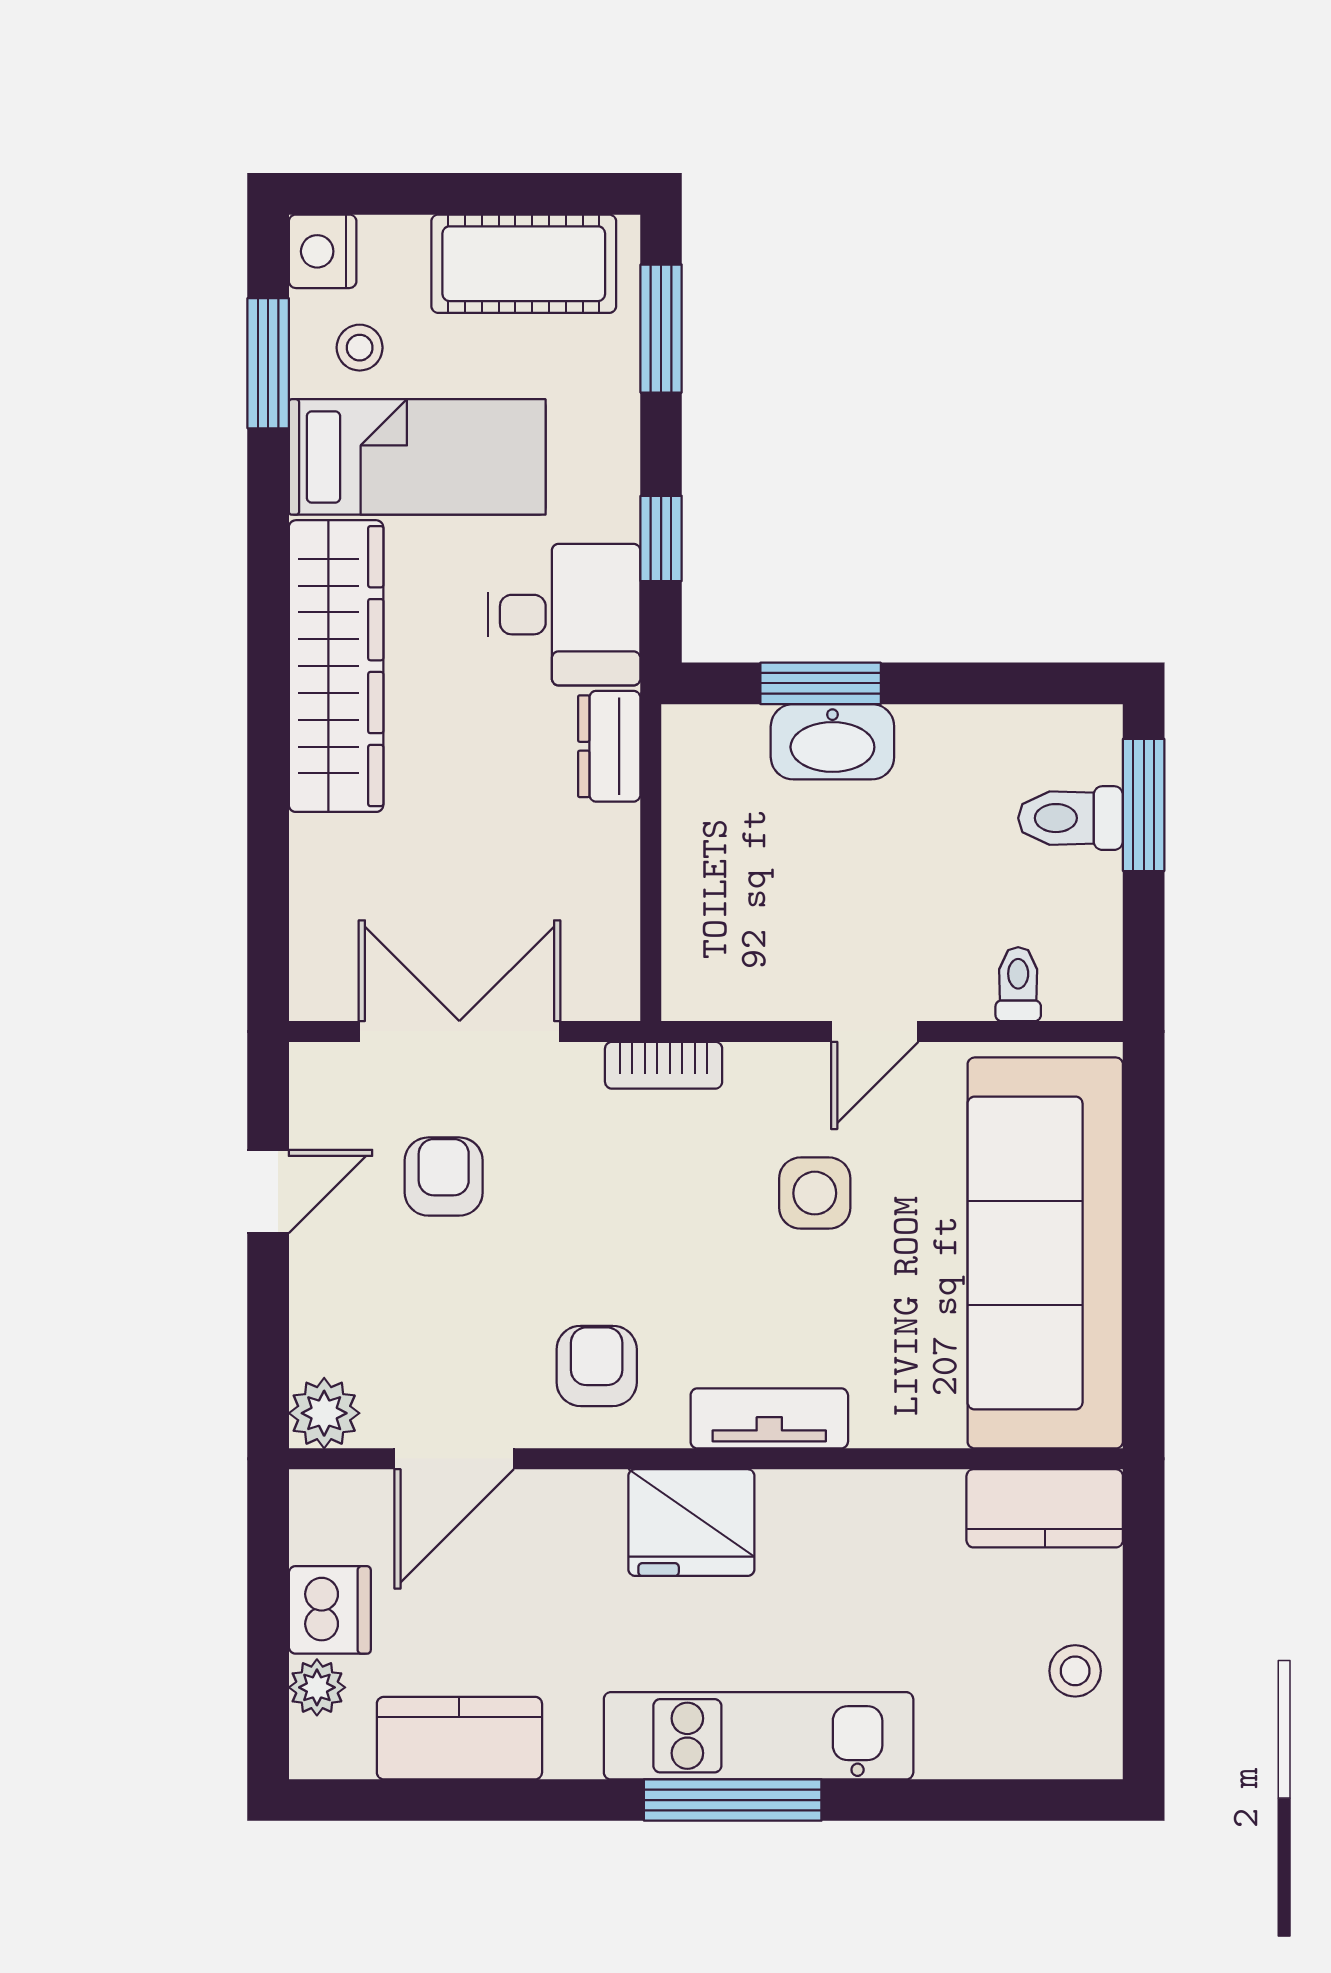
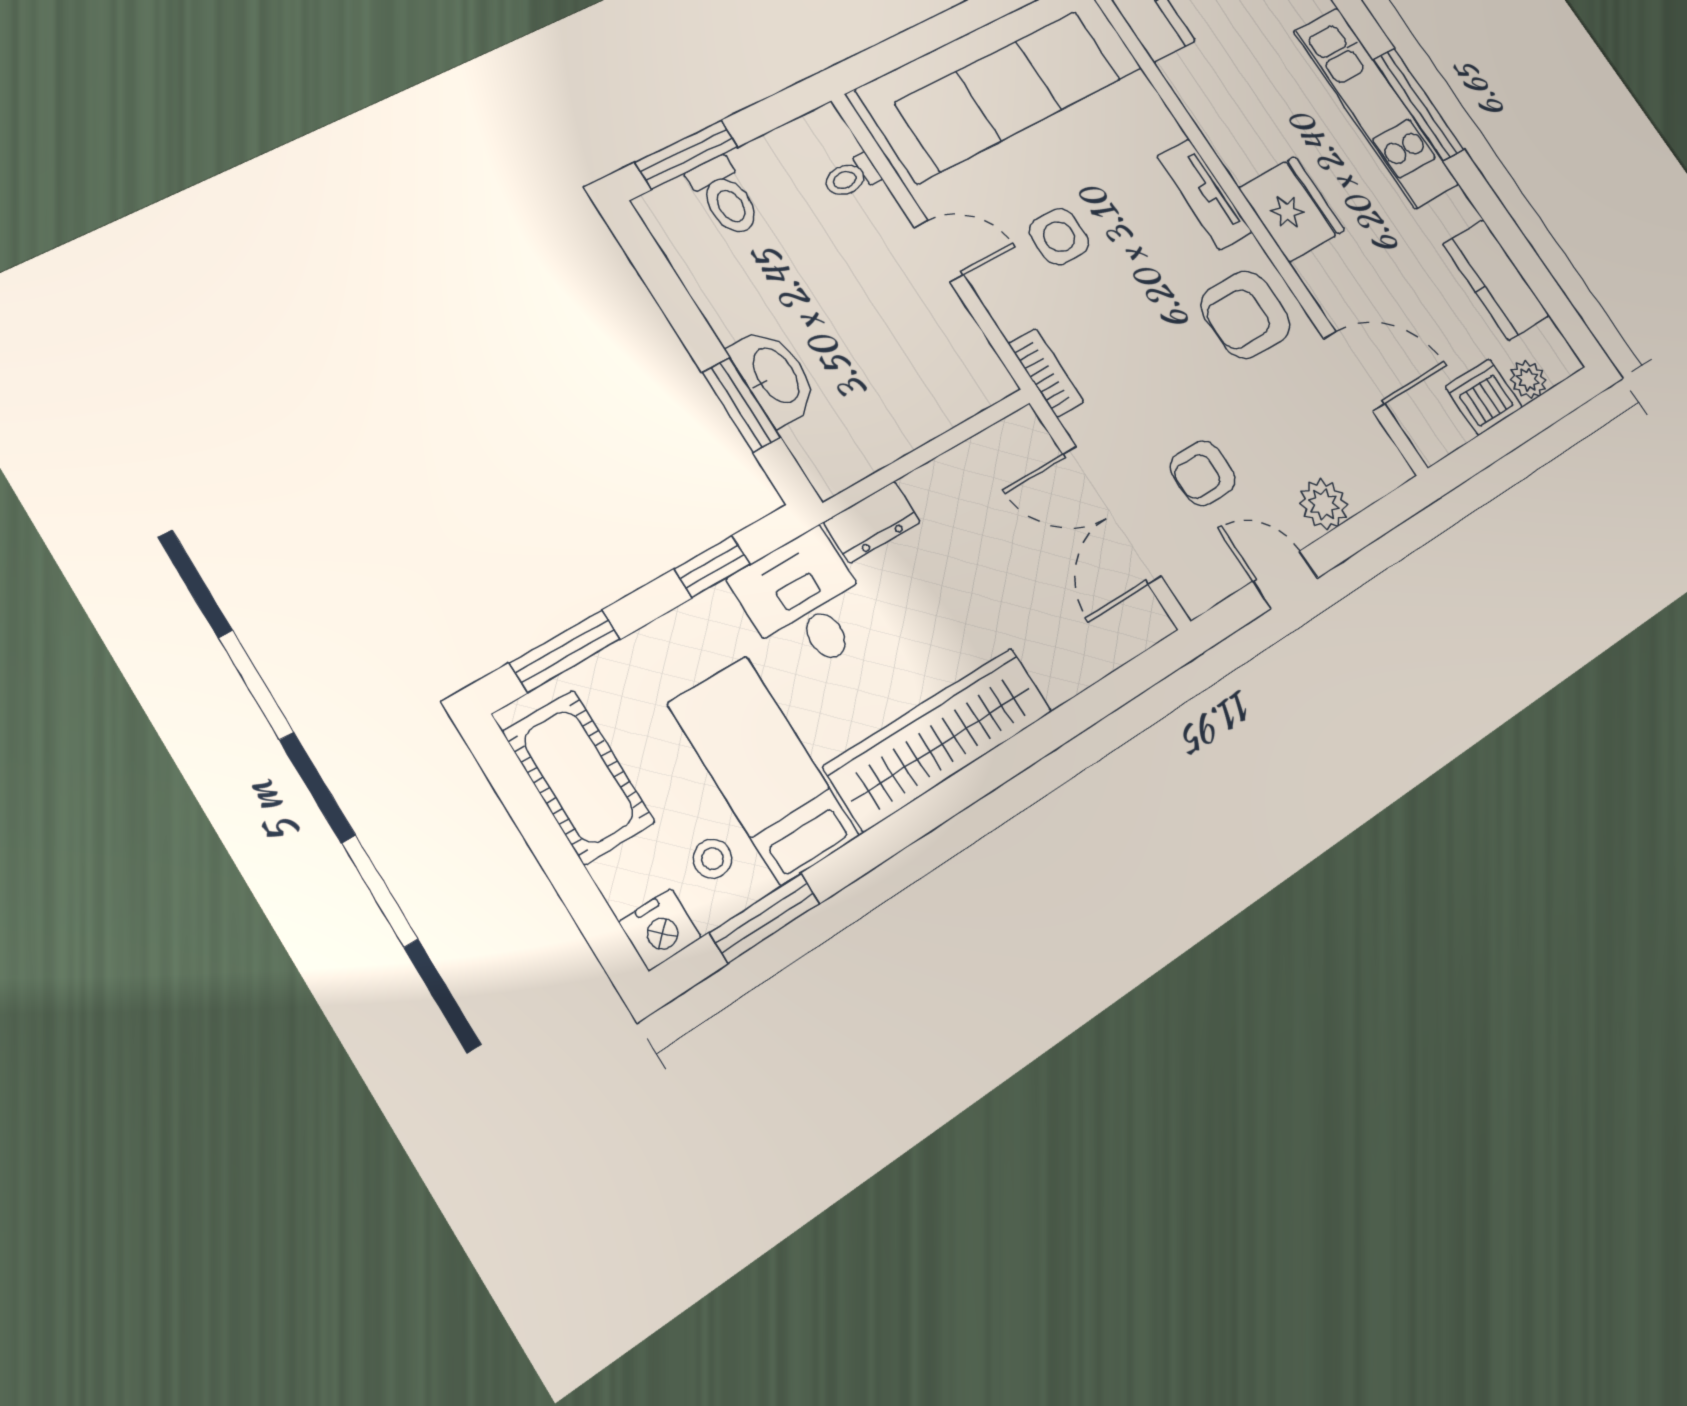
armchair: (597, 1366) -> (1246, 315), width x1.38, depth x1.38
plant: (324, 1413) -> (1324, 504), moved

